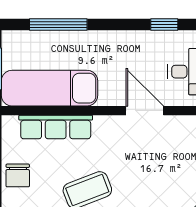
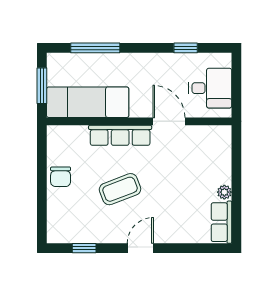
row of seats: (56, 127) -> (120, 135), moved

